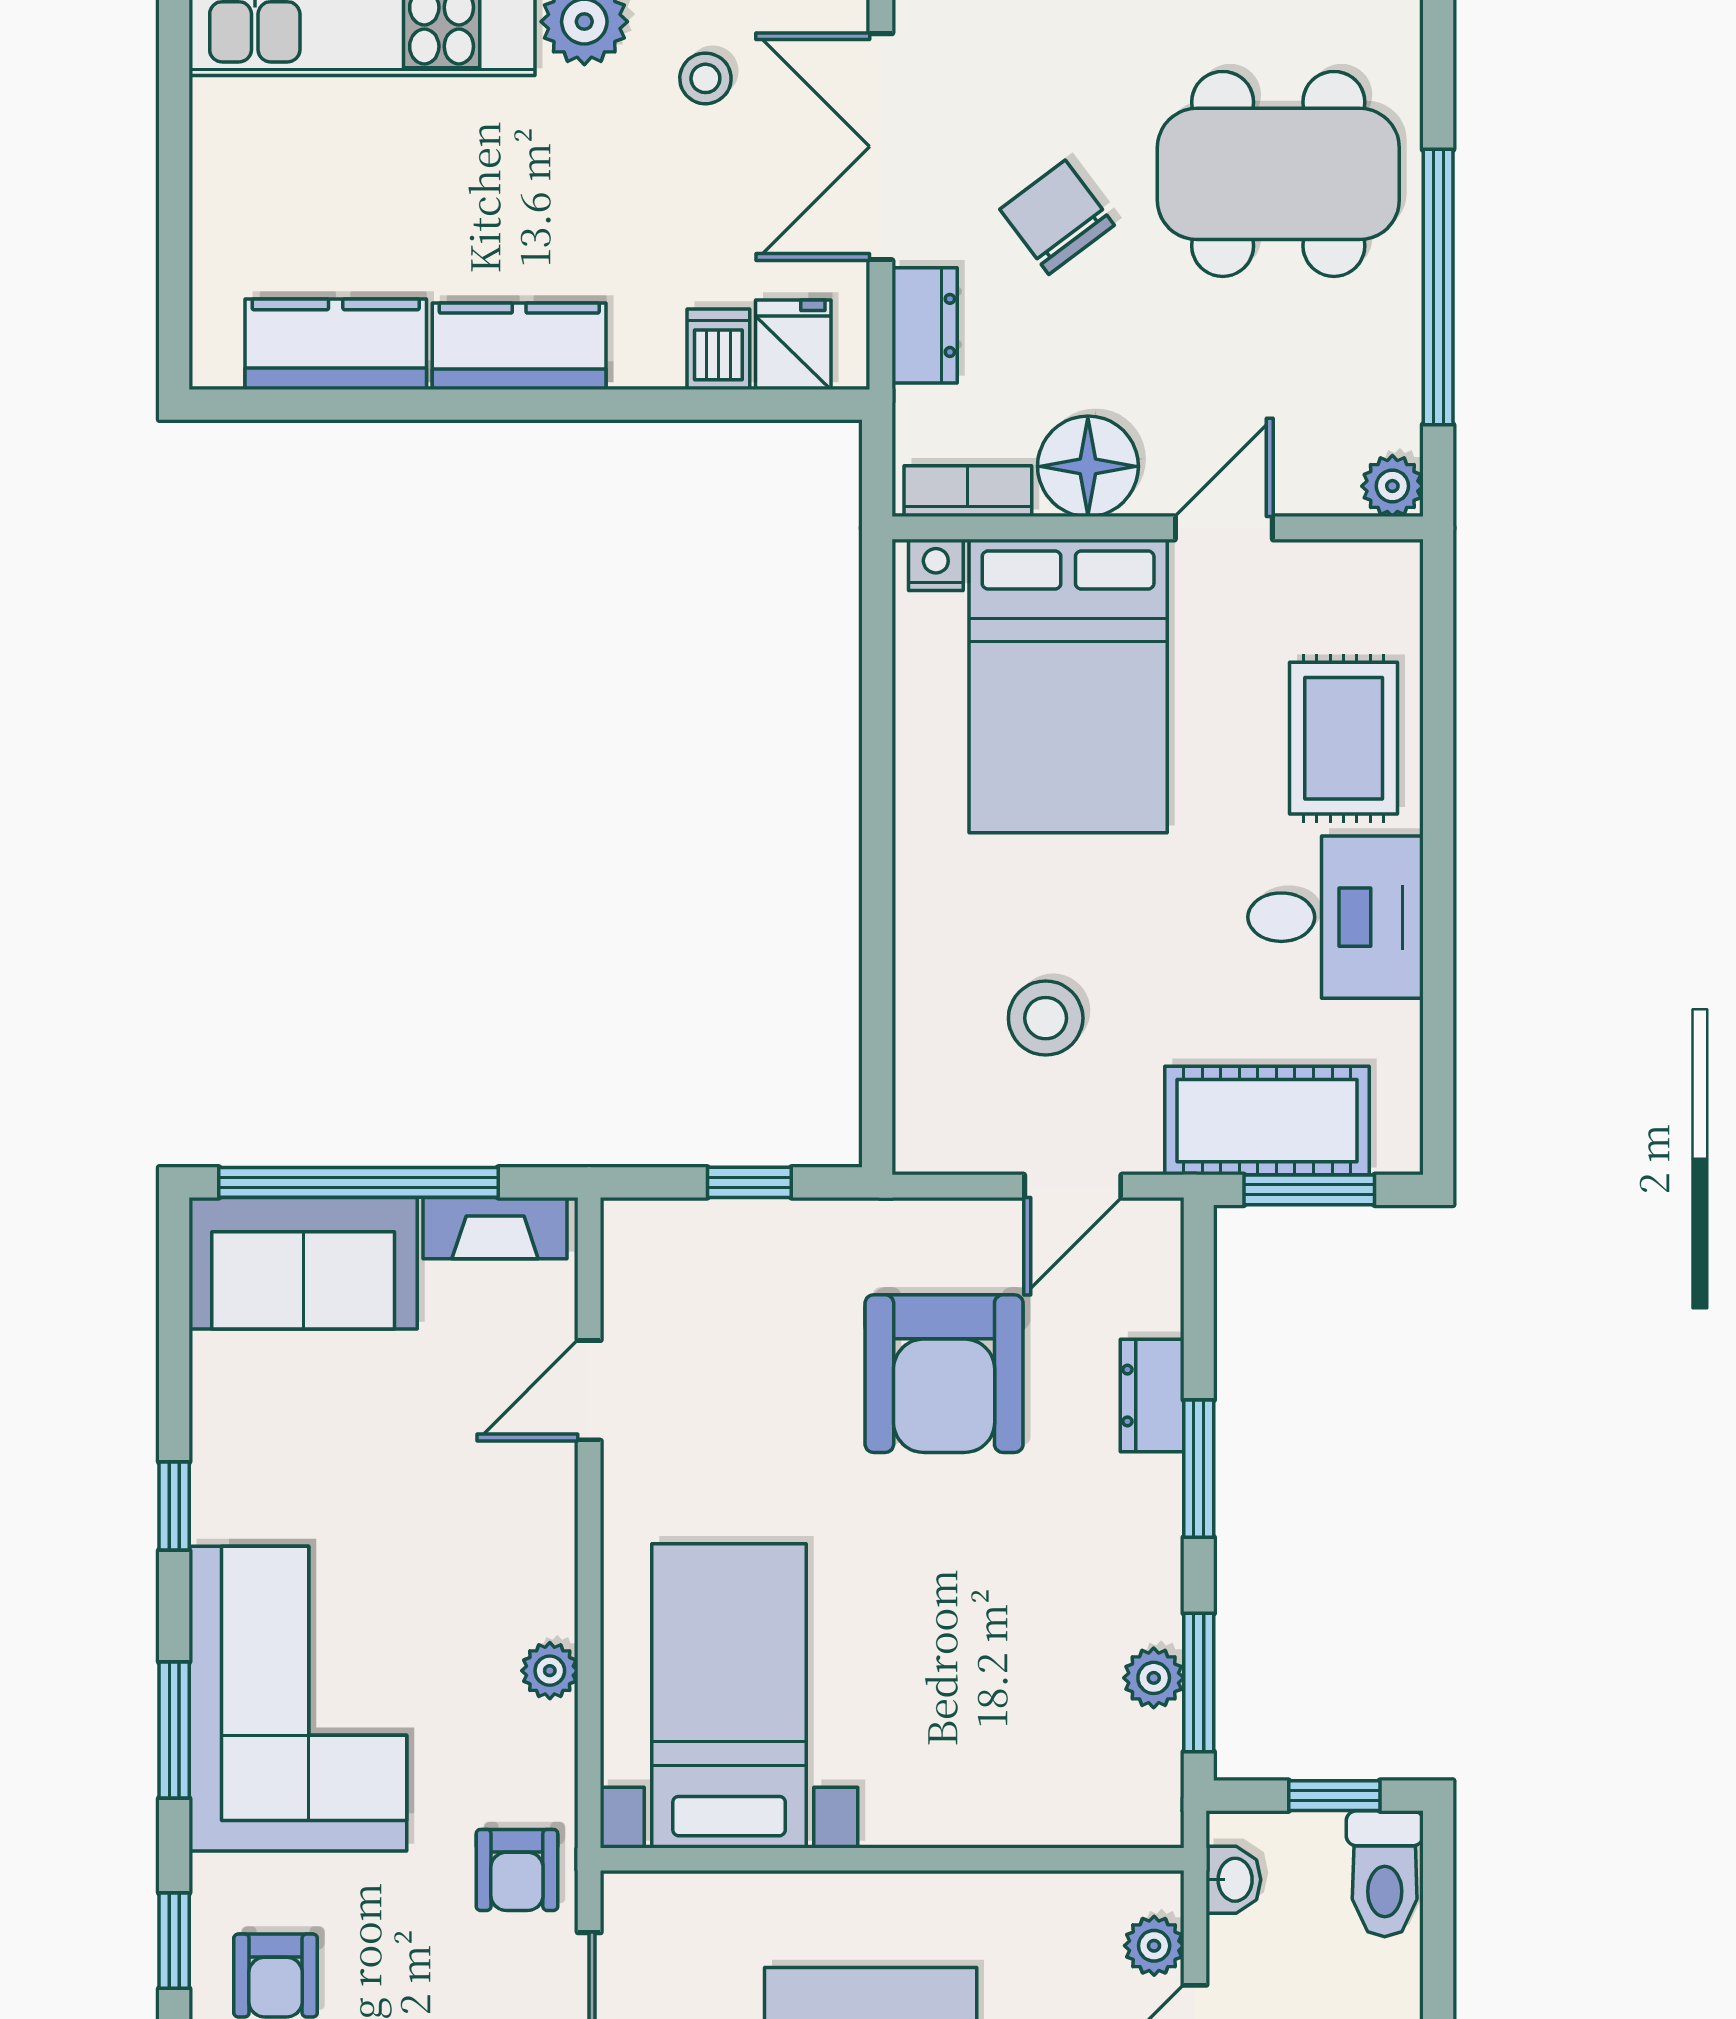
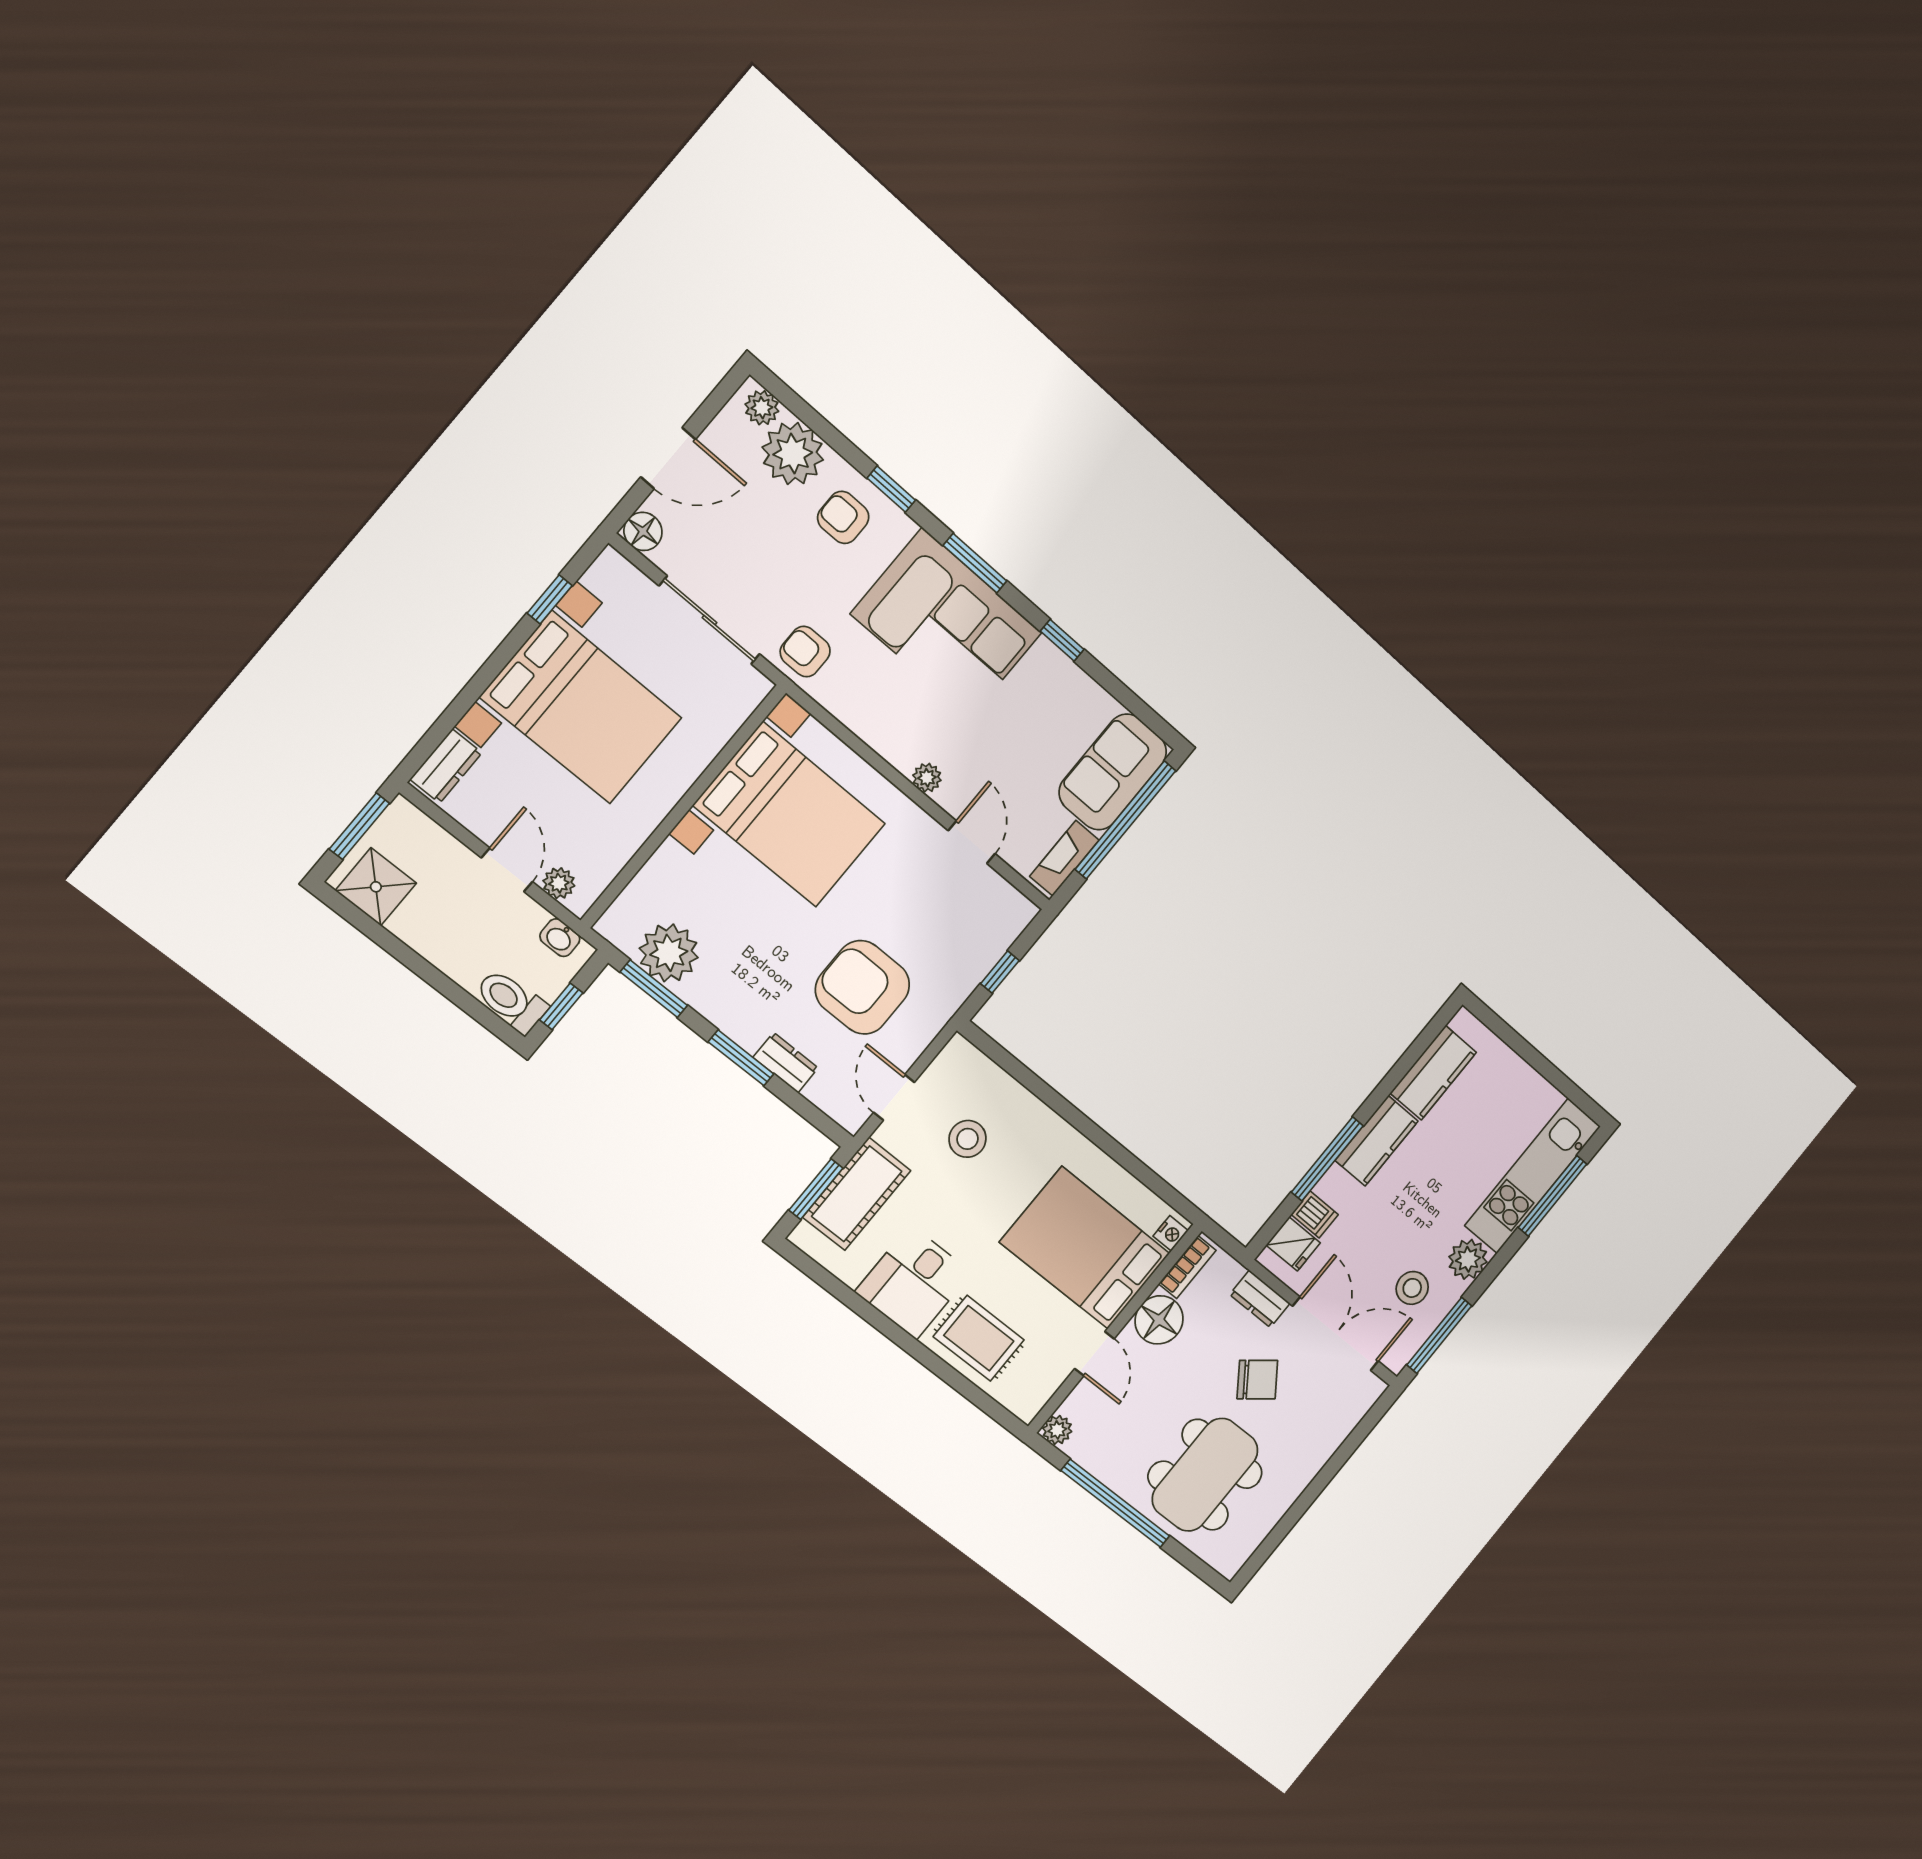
stool: (705, 78) -> (1412, 1288), width x1.37, depth x1.37
window: (614, 405) -> (1327, 1159), added
plant: (550, 1671) -> (927, 778), moved
plant: (1154, 1678) -> (669, 953), width x1.87, depth x1.87
bed with nightstands: (729, 1696) -> (789, 815), width x1.36

